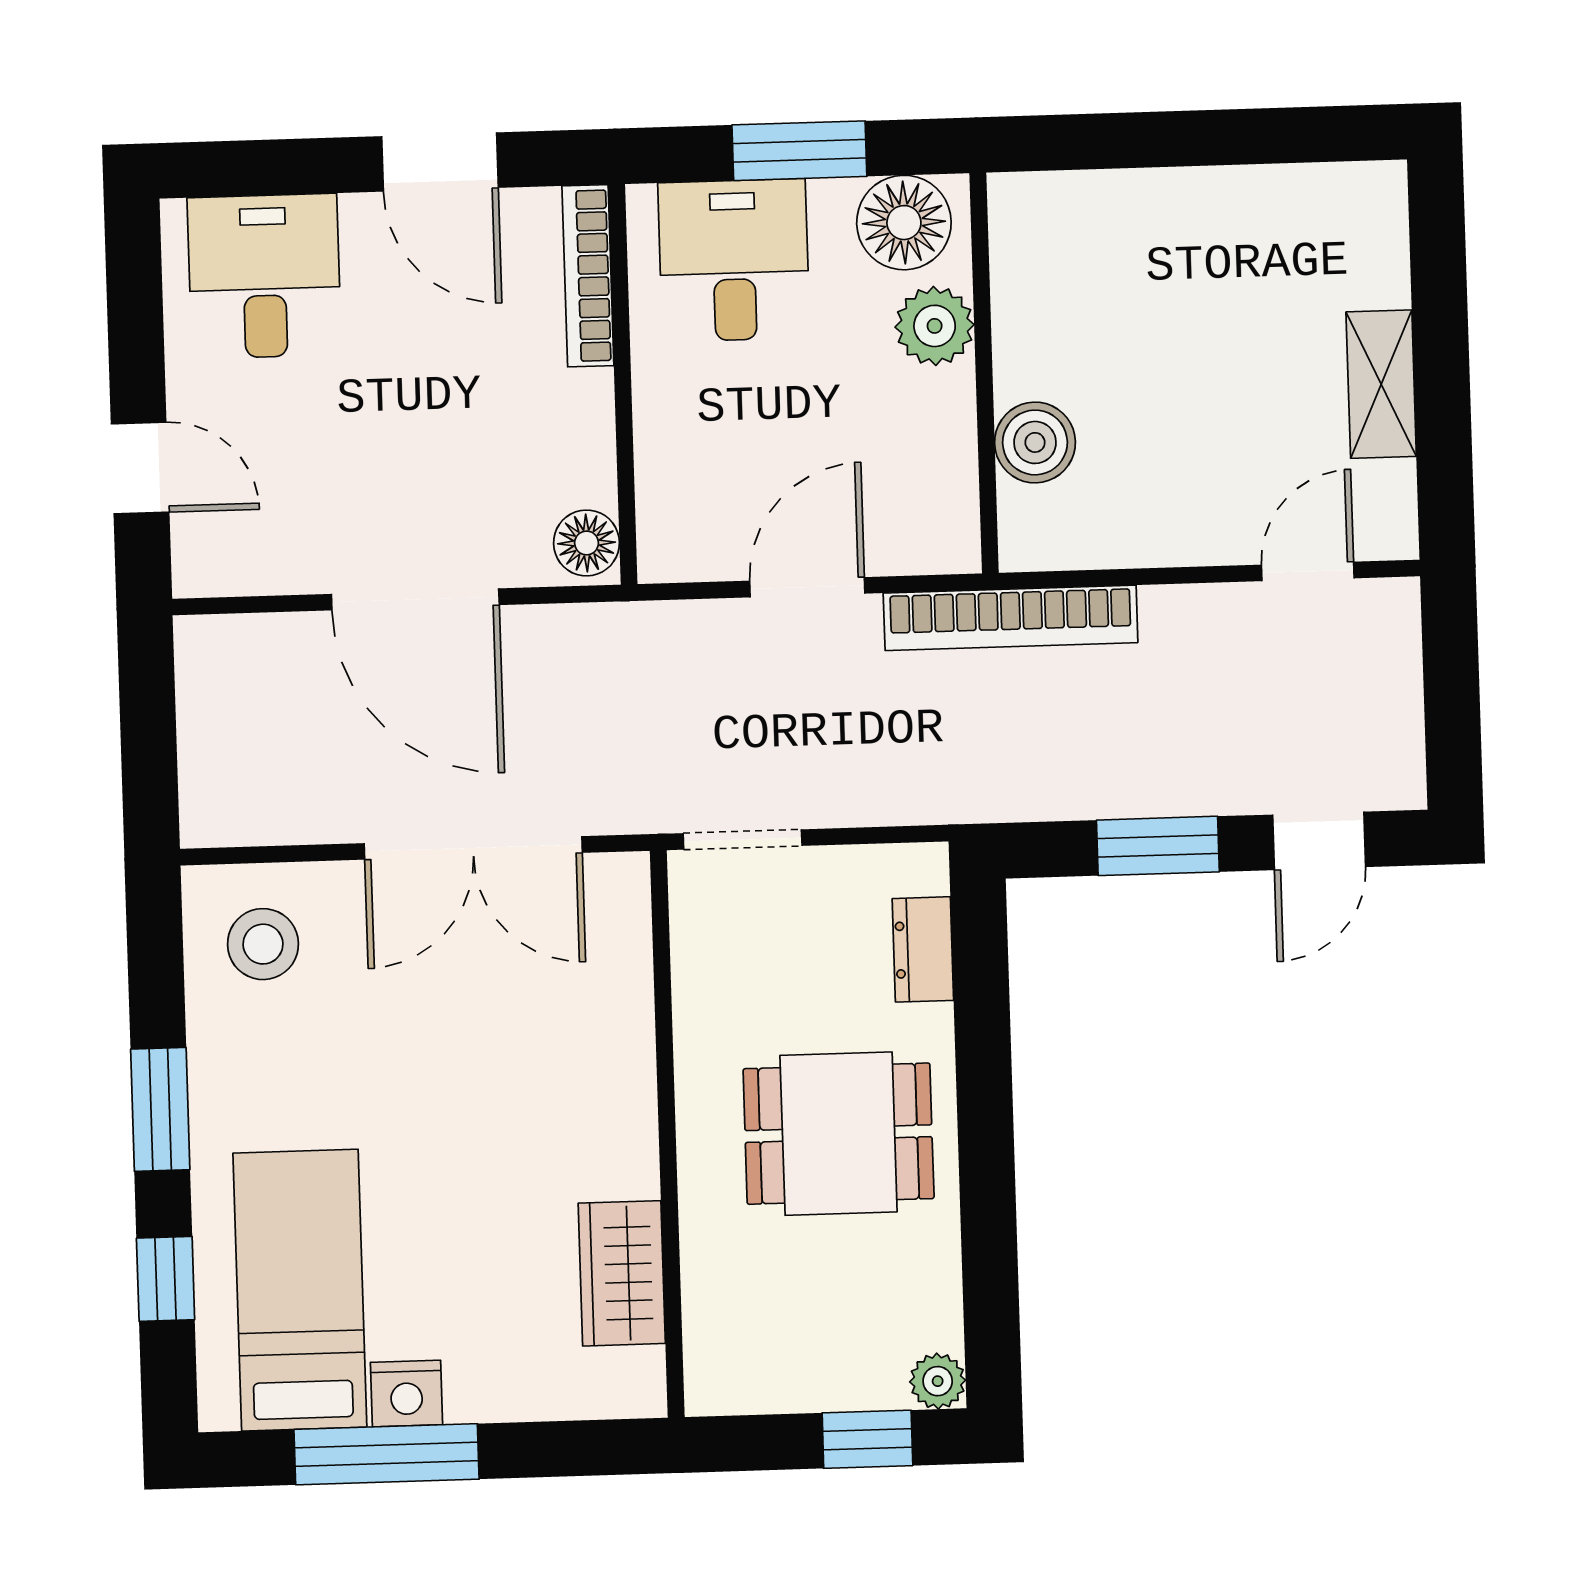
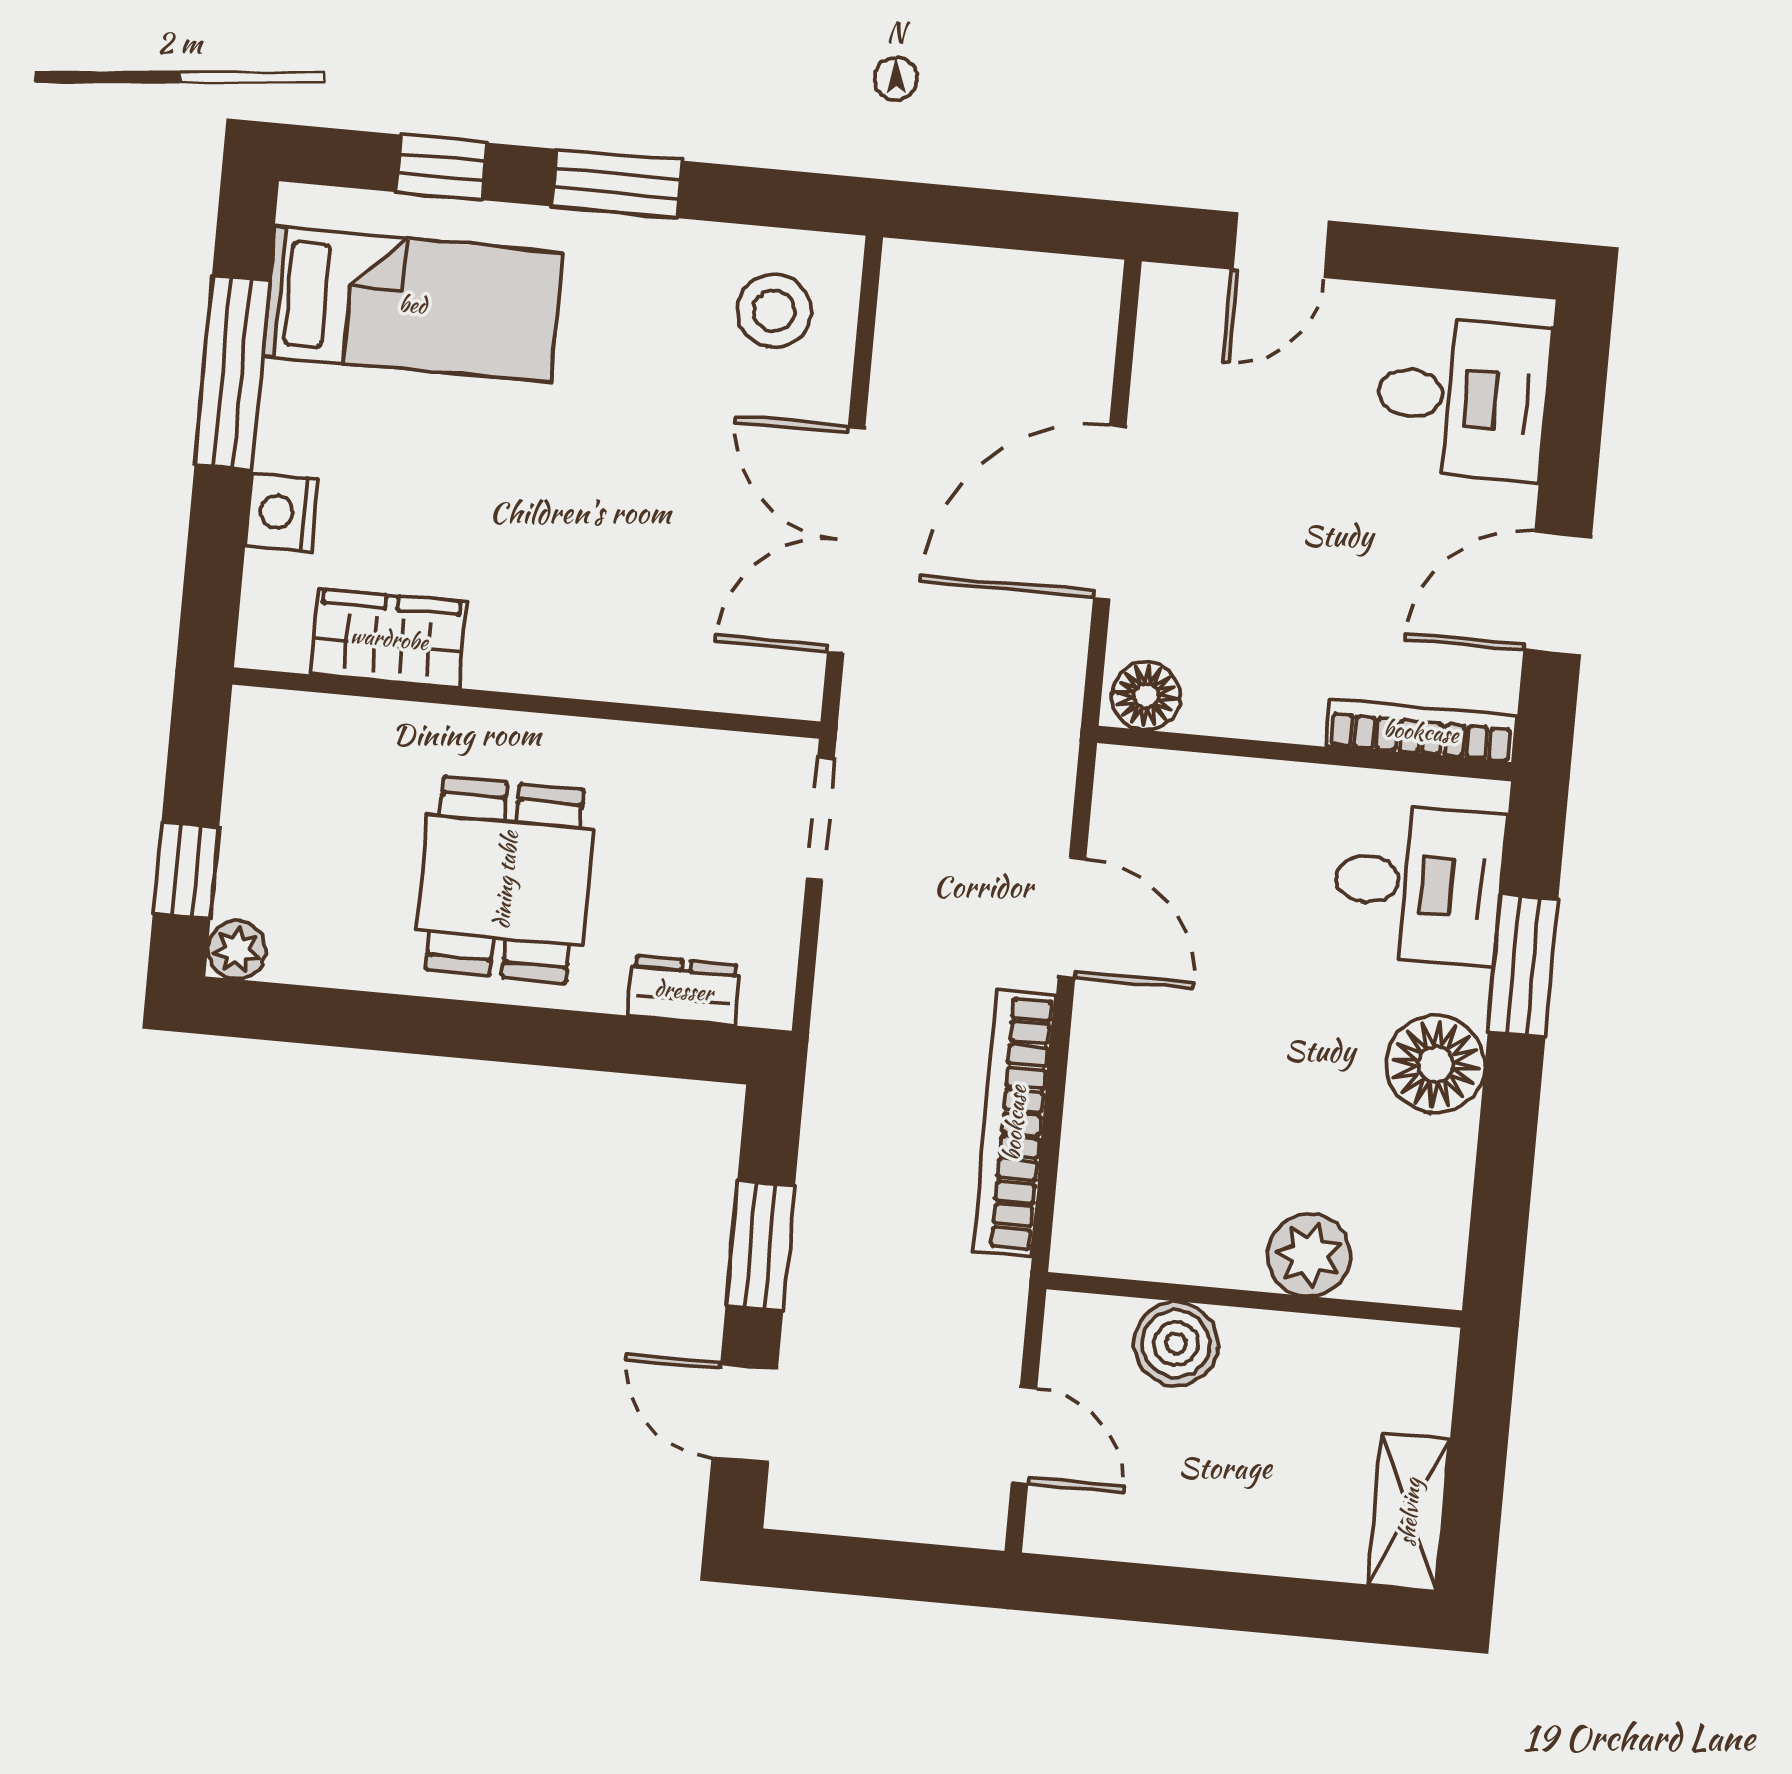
plant: (935, 326) -> (1309, 1255), moved
wall: (984, 373) -> (1254, 1300), moved
shelving: (1381, 384) -> (1409, 1512), moved, turned 90
boiler: (1035, 442) -> (1176, 1344), moved
nightstand: (406, 1394) -> (282, 512), moved

